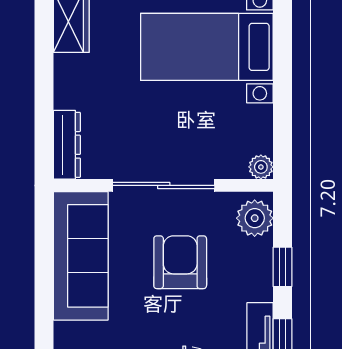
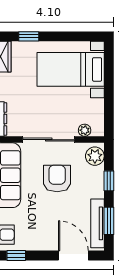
plant: (261, 167) -> (85, 130), moved

